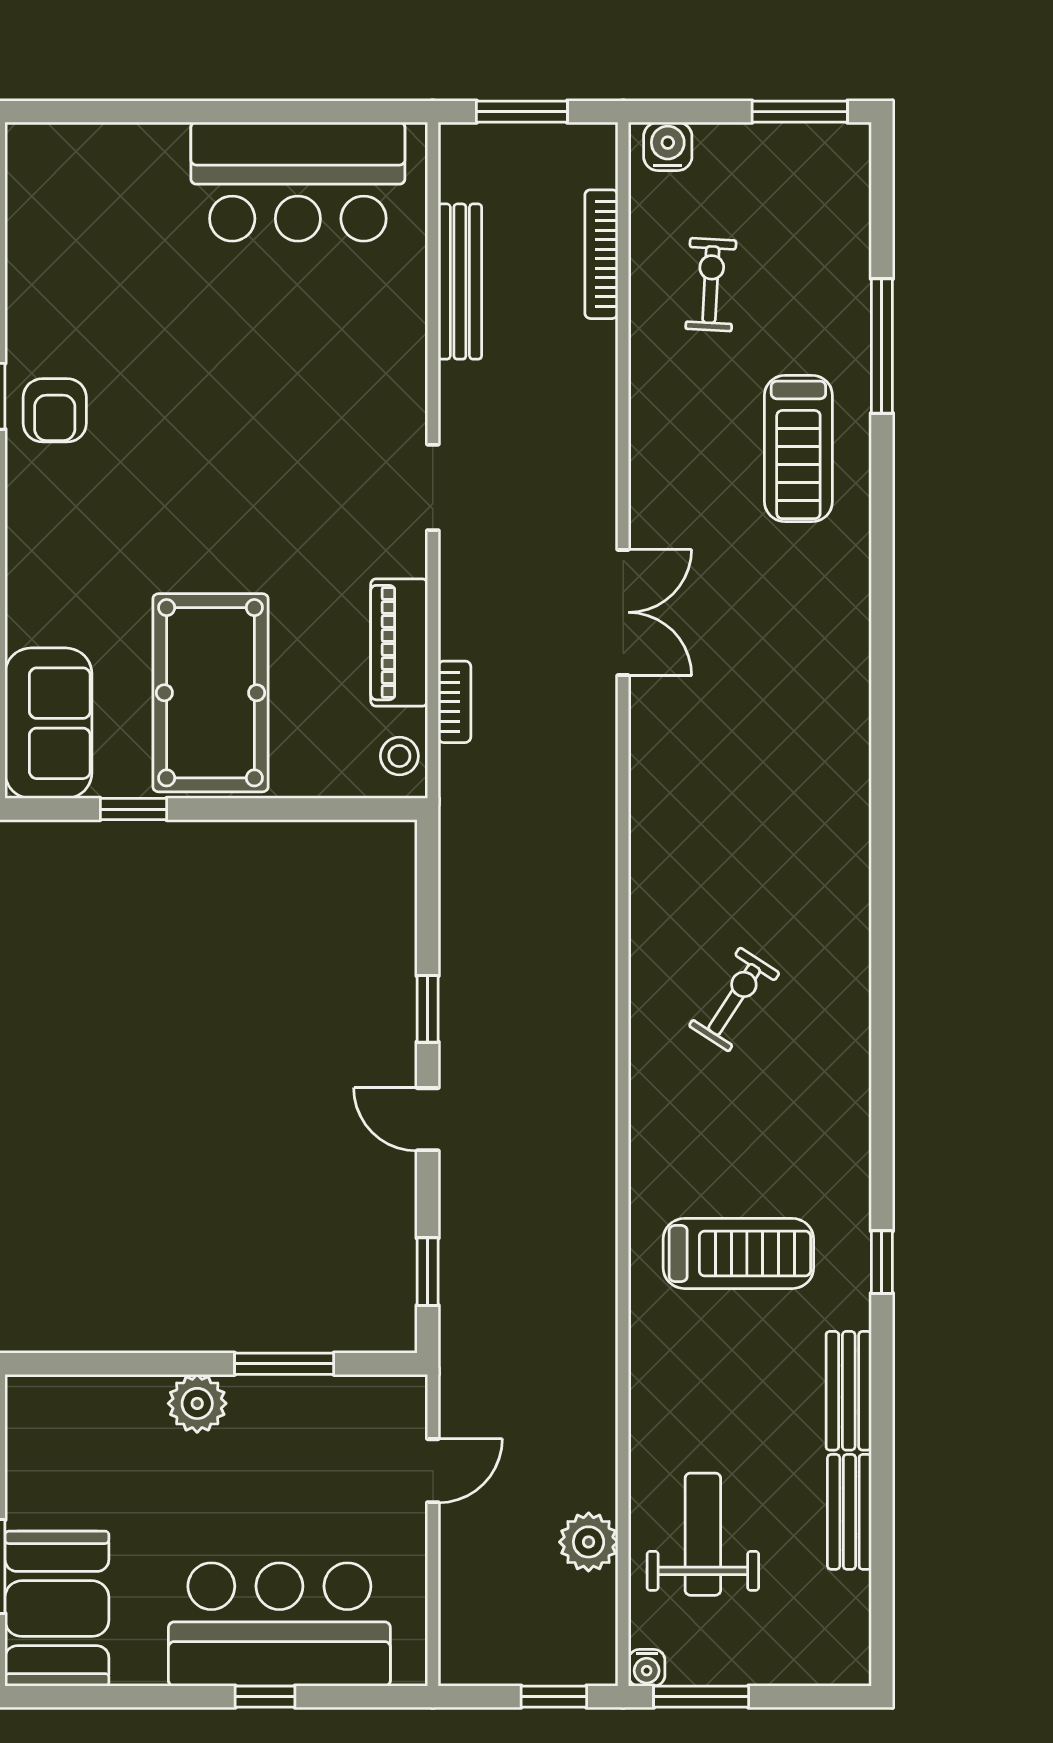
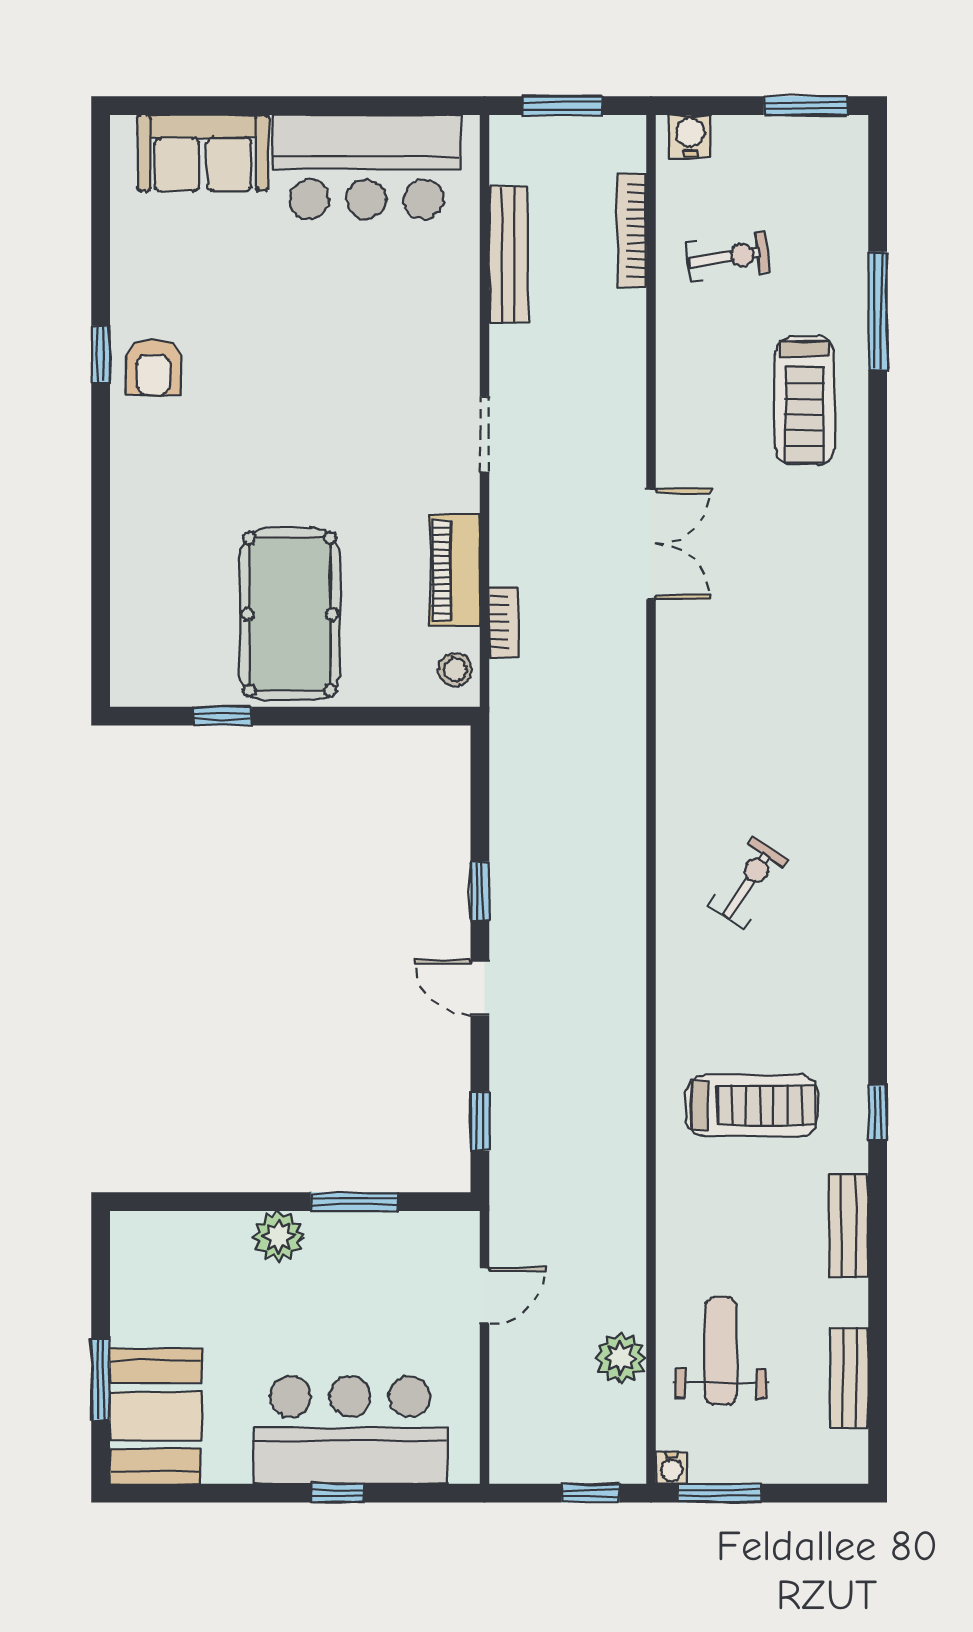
exercise bike: (711, 285) -> (728, 257), turned 79
sofa: (48, 723) -> (203, 153), moved, turned 90
bench: (849, 1512) -> (849, 1378), moved

